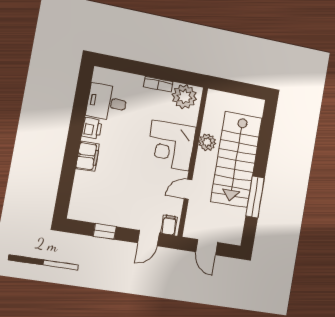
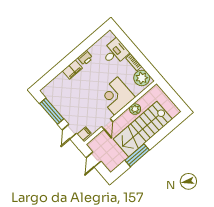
desk: (107, 102) -> (115, 52), moved, turned 90
door: (188, 189) -> (107, 124), swing flipped
window: (105, 231) -> (52, 111), width x2.17
door: (148, 238) -> (69, 132), hinge flipped

